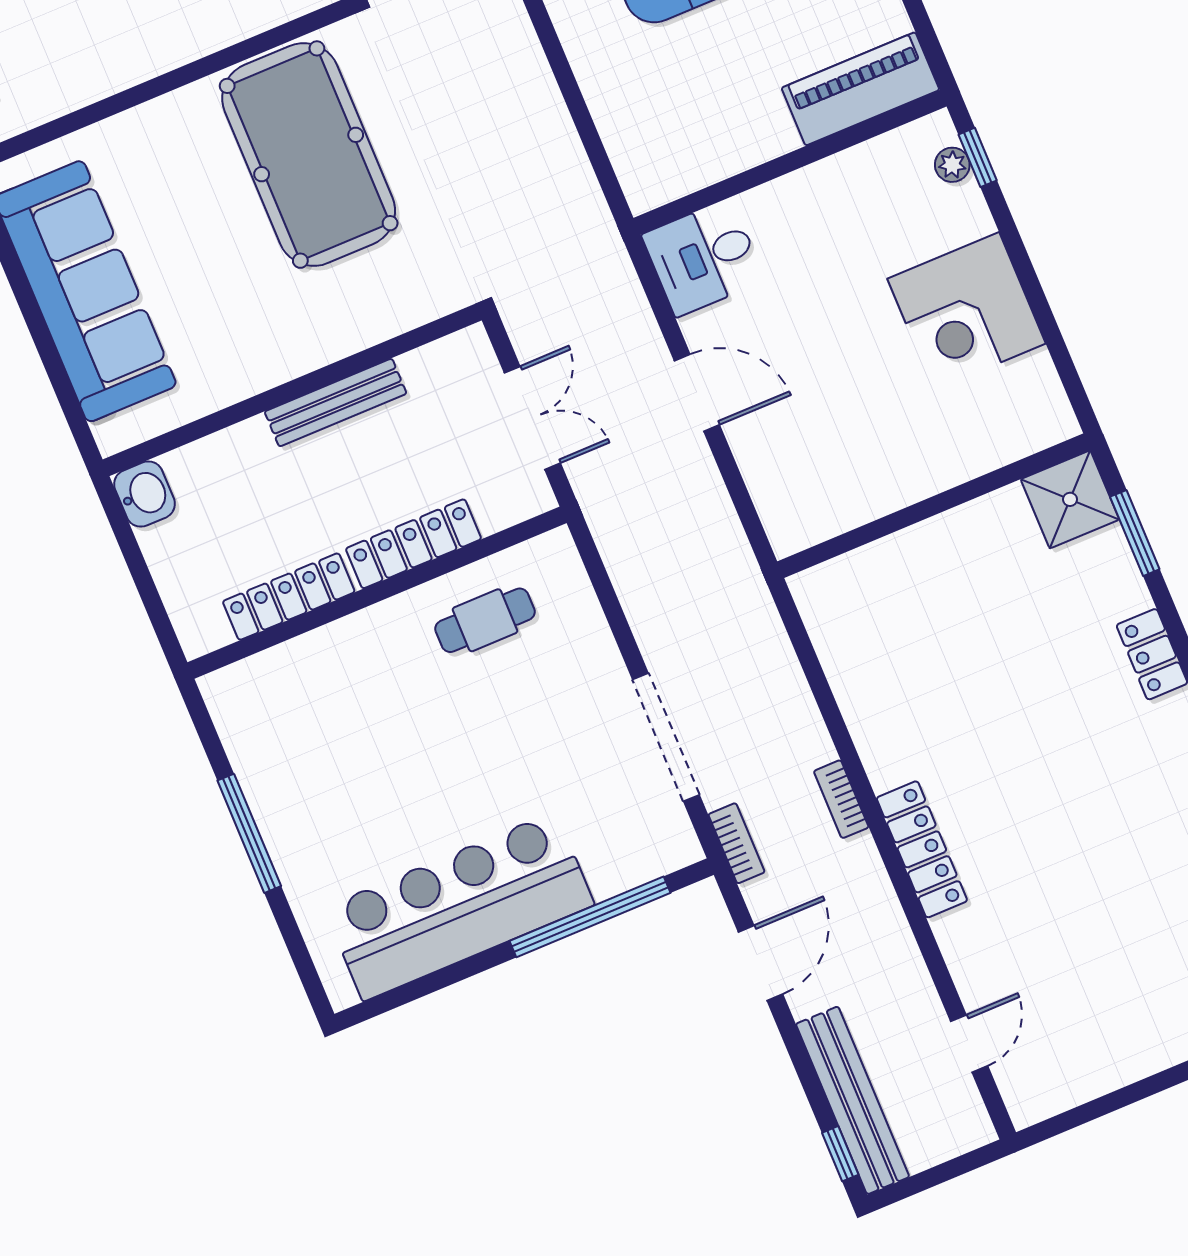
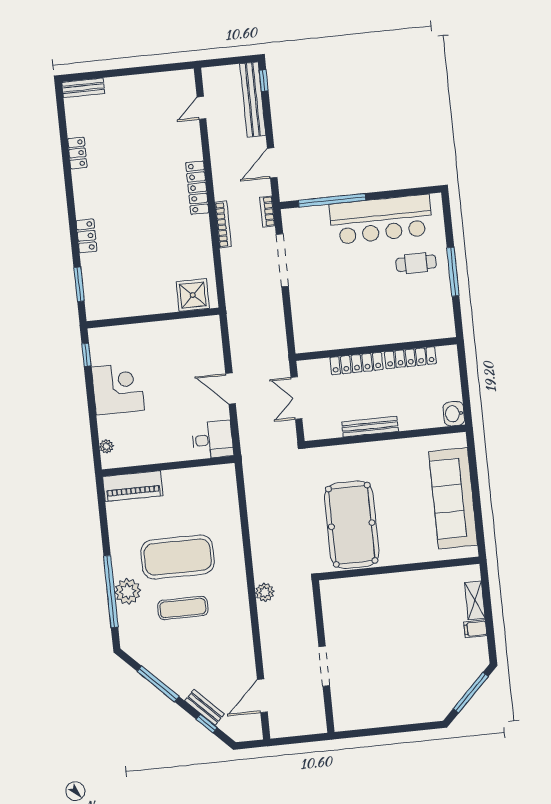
window: (978, 157) -> (86, 355), moved
shower: (1070, 499) -> (193, 295), moved
cafe table: (485, 620) -> (416, 263), moved
bookcase: (841, 799) -> (223, 224), width x1.56

